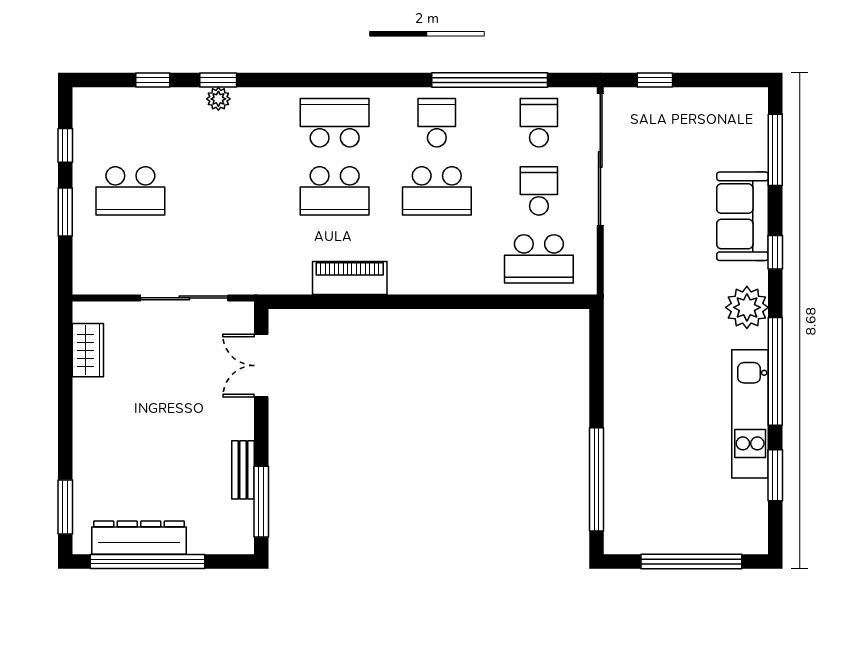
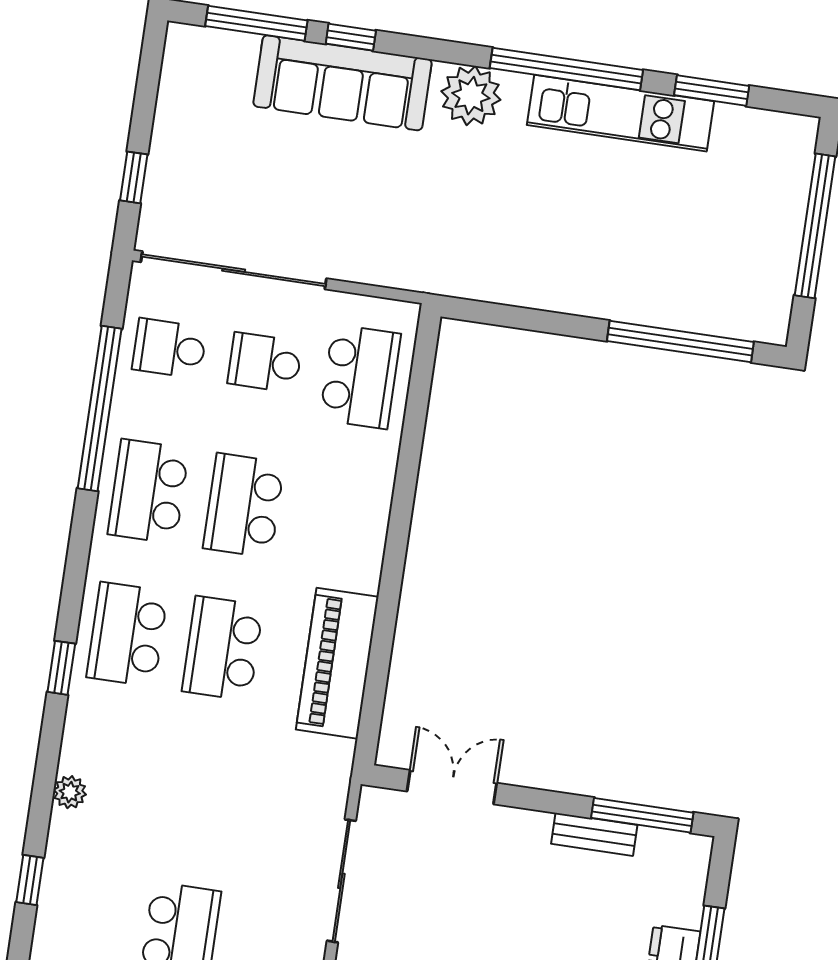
window: (218, 80) -> (61, 668), moved
school desk: (437, 123) -> (148, 491), width x1.85
school desk: (335, 191) -> (223, 648), turned 180
school desk: (437, 191) -> (244, 505), turned 180
sofa: (743, 216) -> (342, 83), width x1.36
window: (775, 252) -> (351, 37), moved
piano: (350, 278) -> (337, 663), width x1.37, depth x1.33
double door: (261, 366) -> (452, 787), swing flipped

